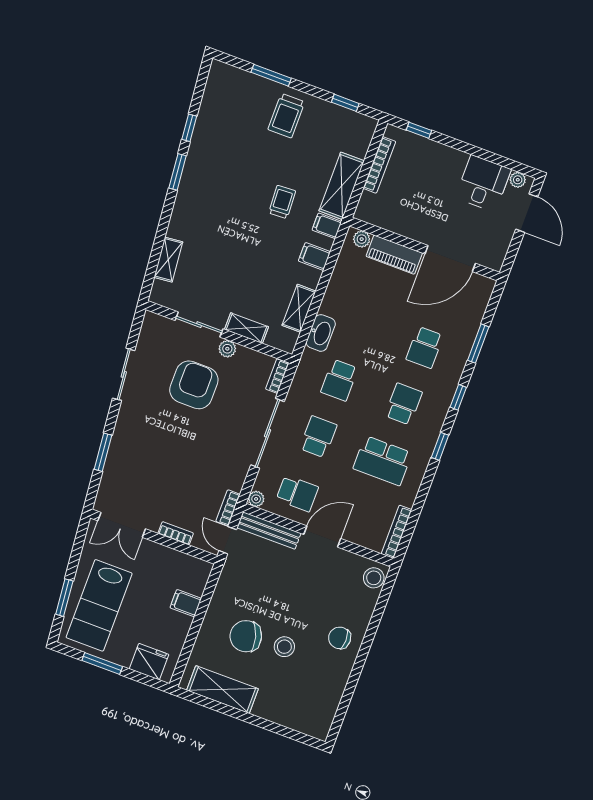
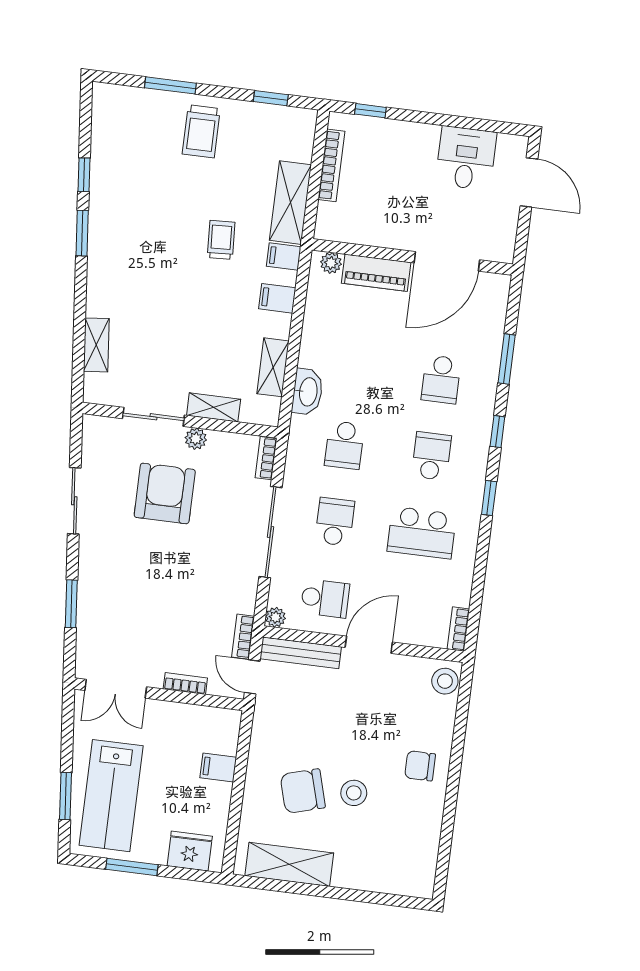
plant: (518, 180) -> (508, 144), removed
bookcase: (397, 532) -> (458, 629), width x0.64

